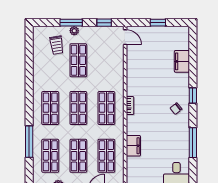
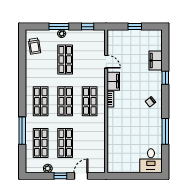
door: (125, 37) -> (106, 62), moved
trolley: (57, 45) -> (34, 46), moved
window: (193, 95) -> (165, 78), moved
filing cabinet: (133, 146) -> (113, 81), moved
shop shelf: (106, 156) -> (90, 143), removed

